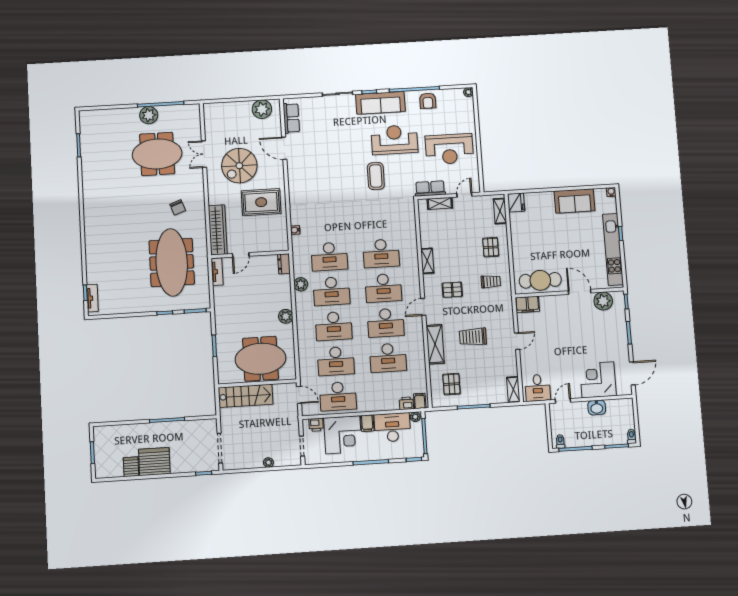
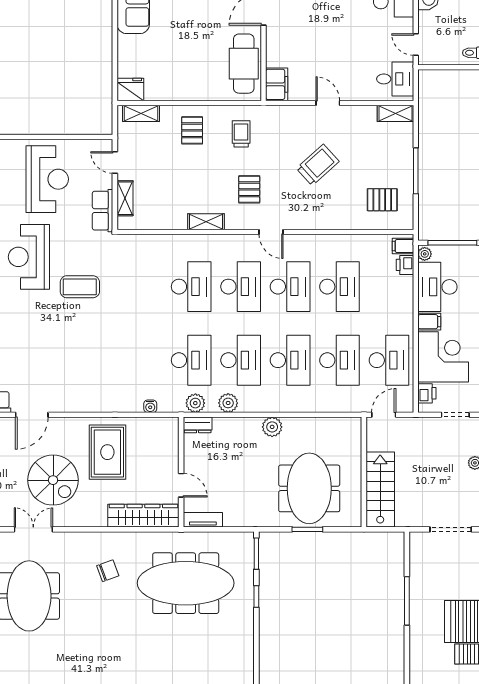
double door: (204, 154) -> (33, 529), swing flipped
pallet: (491, 247) -> (192, 130), turned 90
plant: (299, 261) -> (195, 403), added
trolley: (473, 337) -> (318, 165), turned -132
shelving: (435, 344) -> (325, 219), removed
meeting table: (260, 359) -> (309, 488), moved

